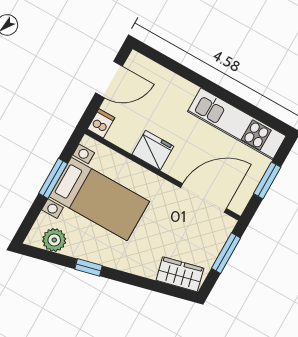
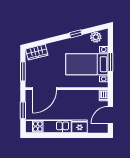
fridge: (153, 150) -> (80, 126), moved, turned 180

